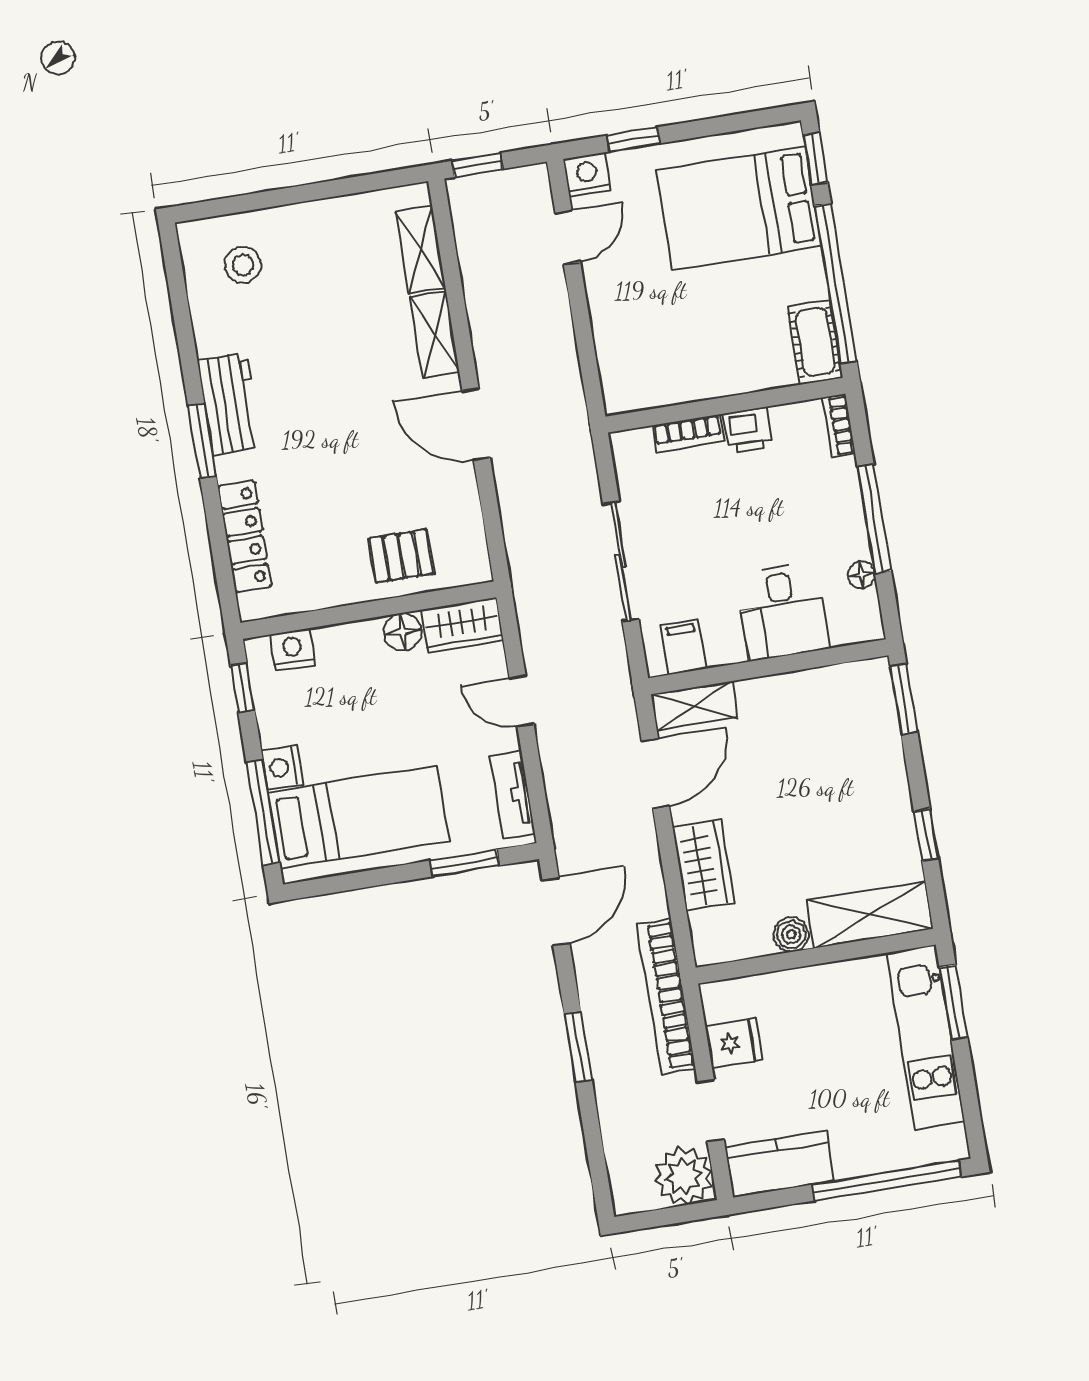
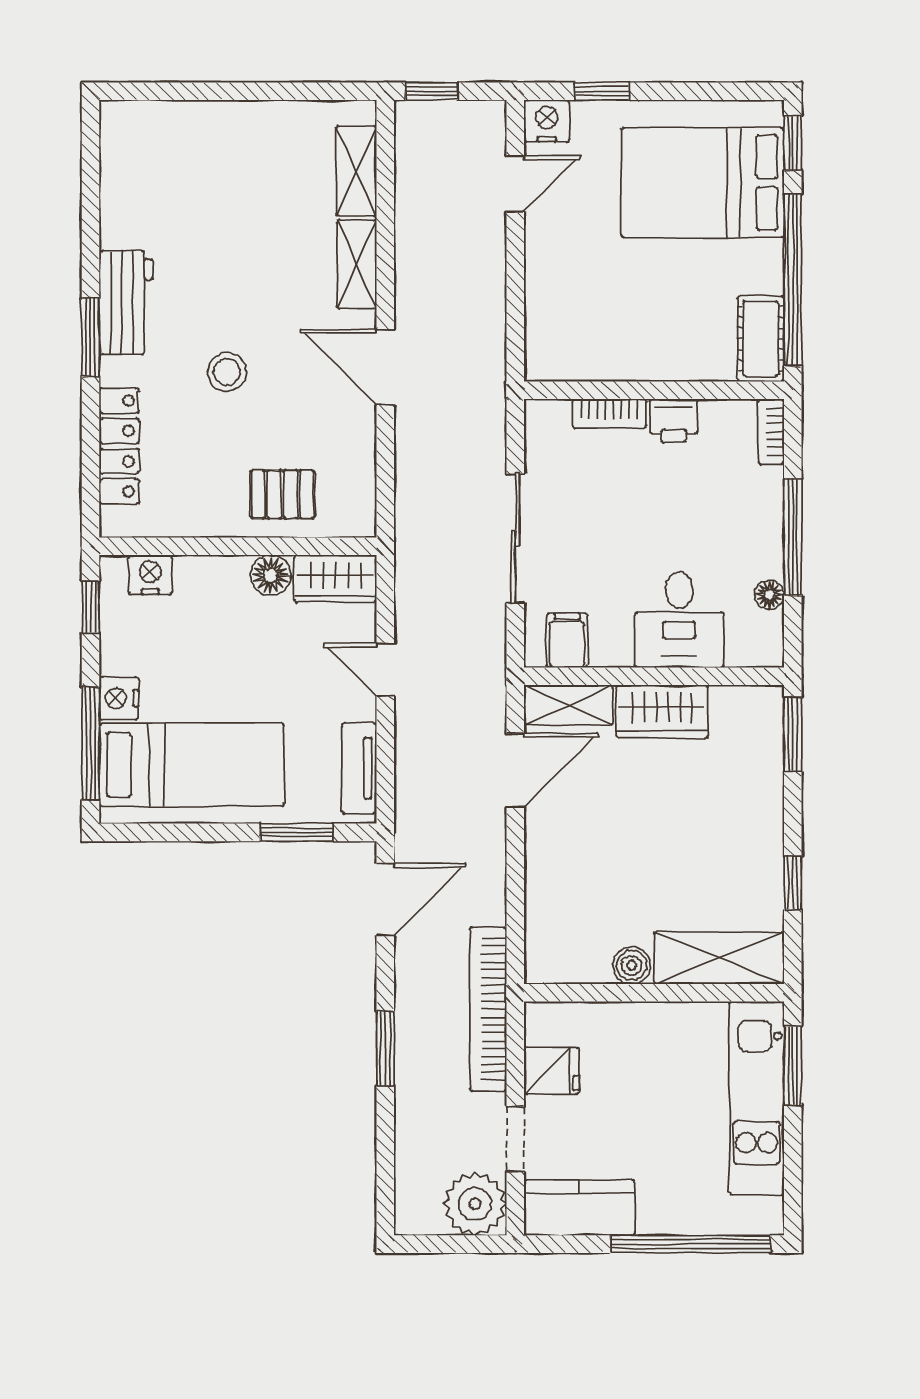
stool: (243, 265) -> (227, 372), moved
wardrobe: (704, 865) -> (662, 712), moved, turned 90

